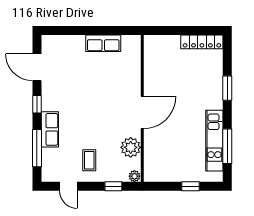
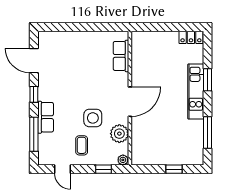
locker: (202, 42) -> (191, 37), width x0.66
row of seats: (103, 43) -> (121, 56), moved, turned 90
side table: (102, 130) -> (93, 118), added
kitchen unit: (214, 141) -> (196, 91), moved

